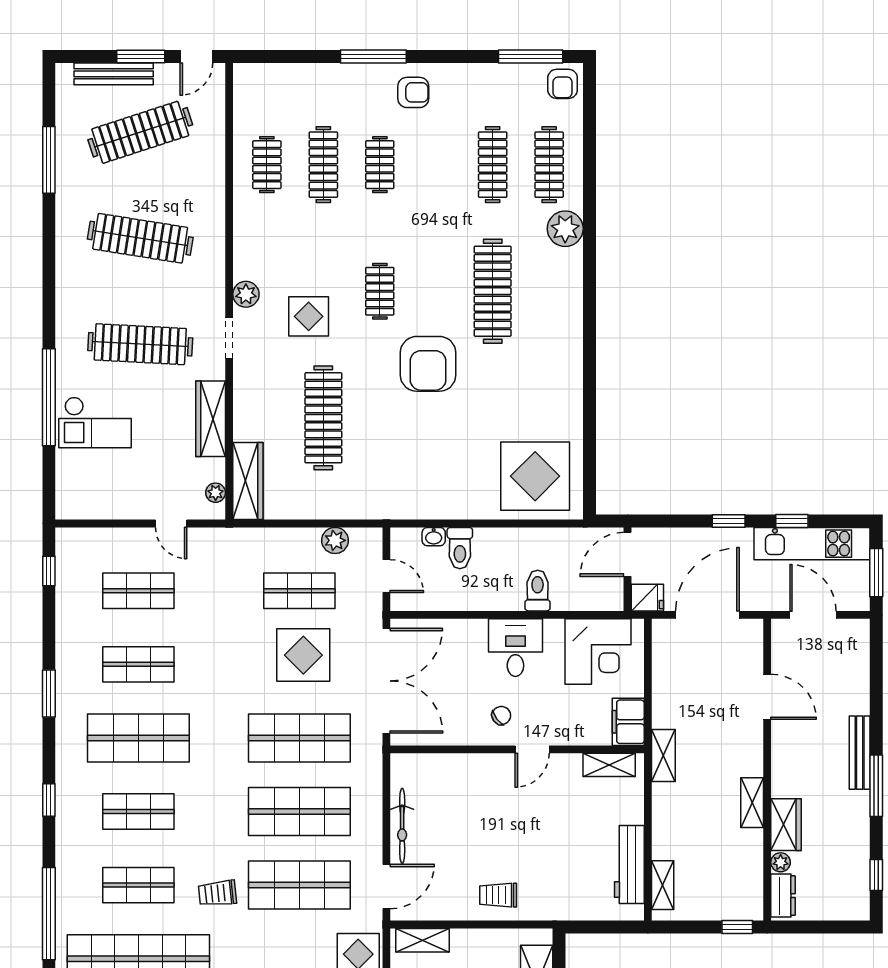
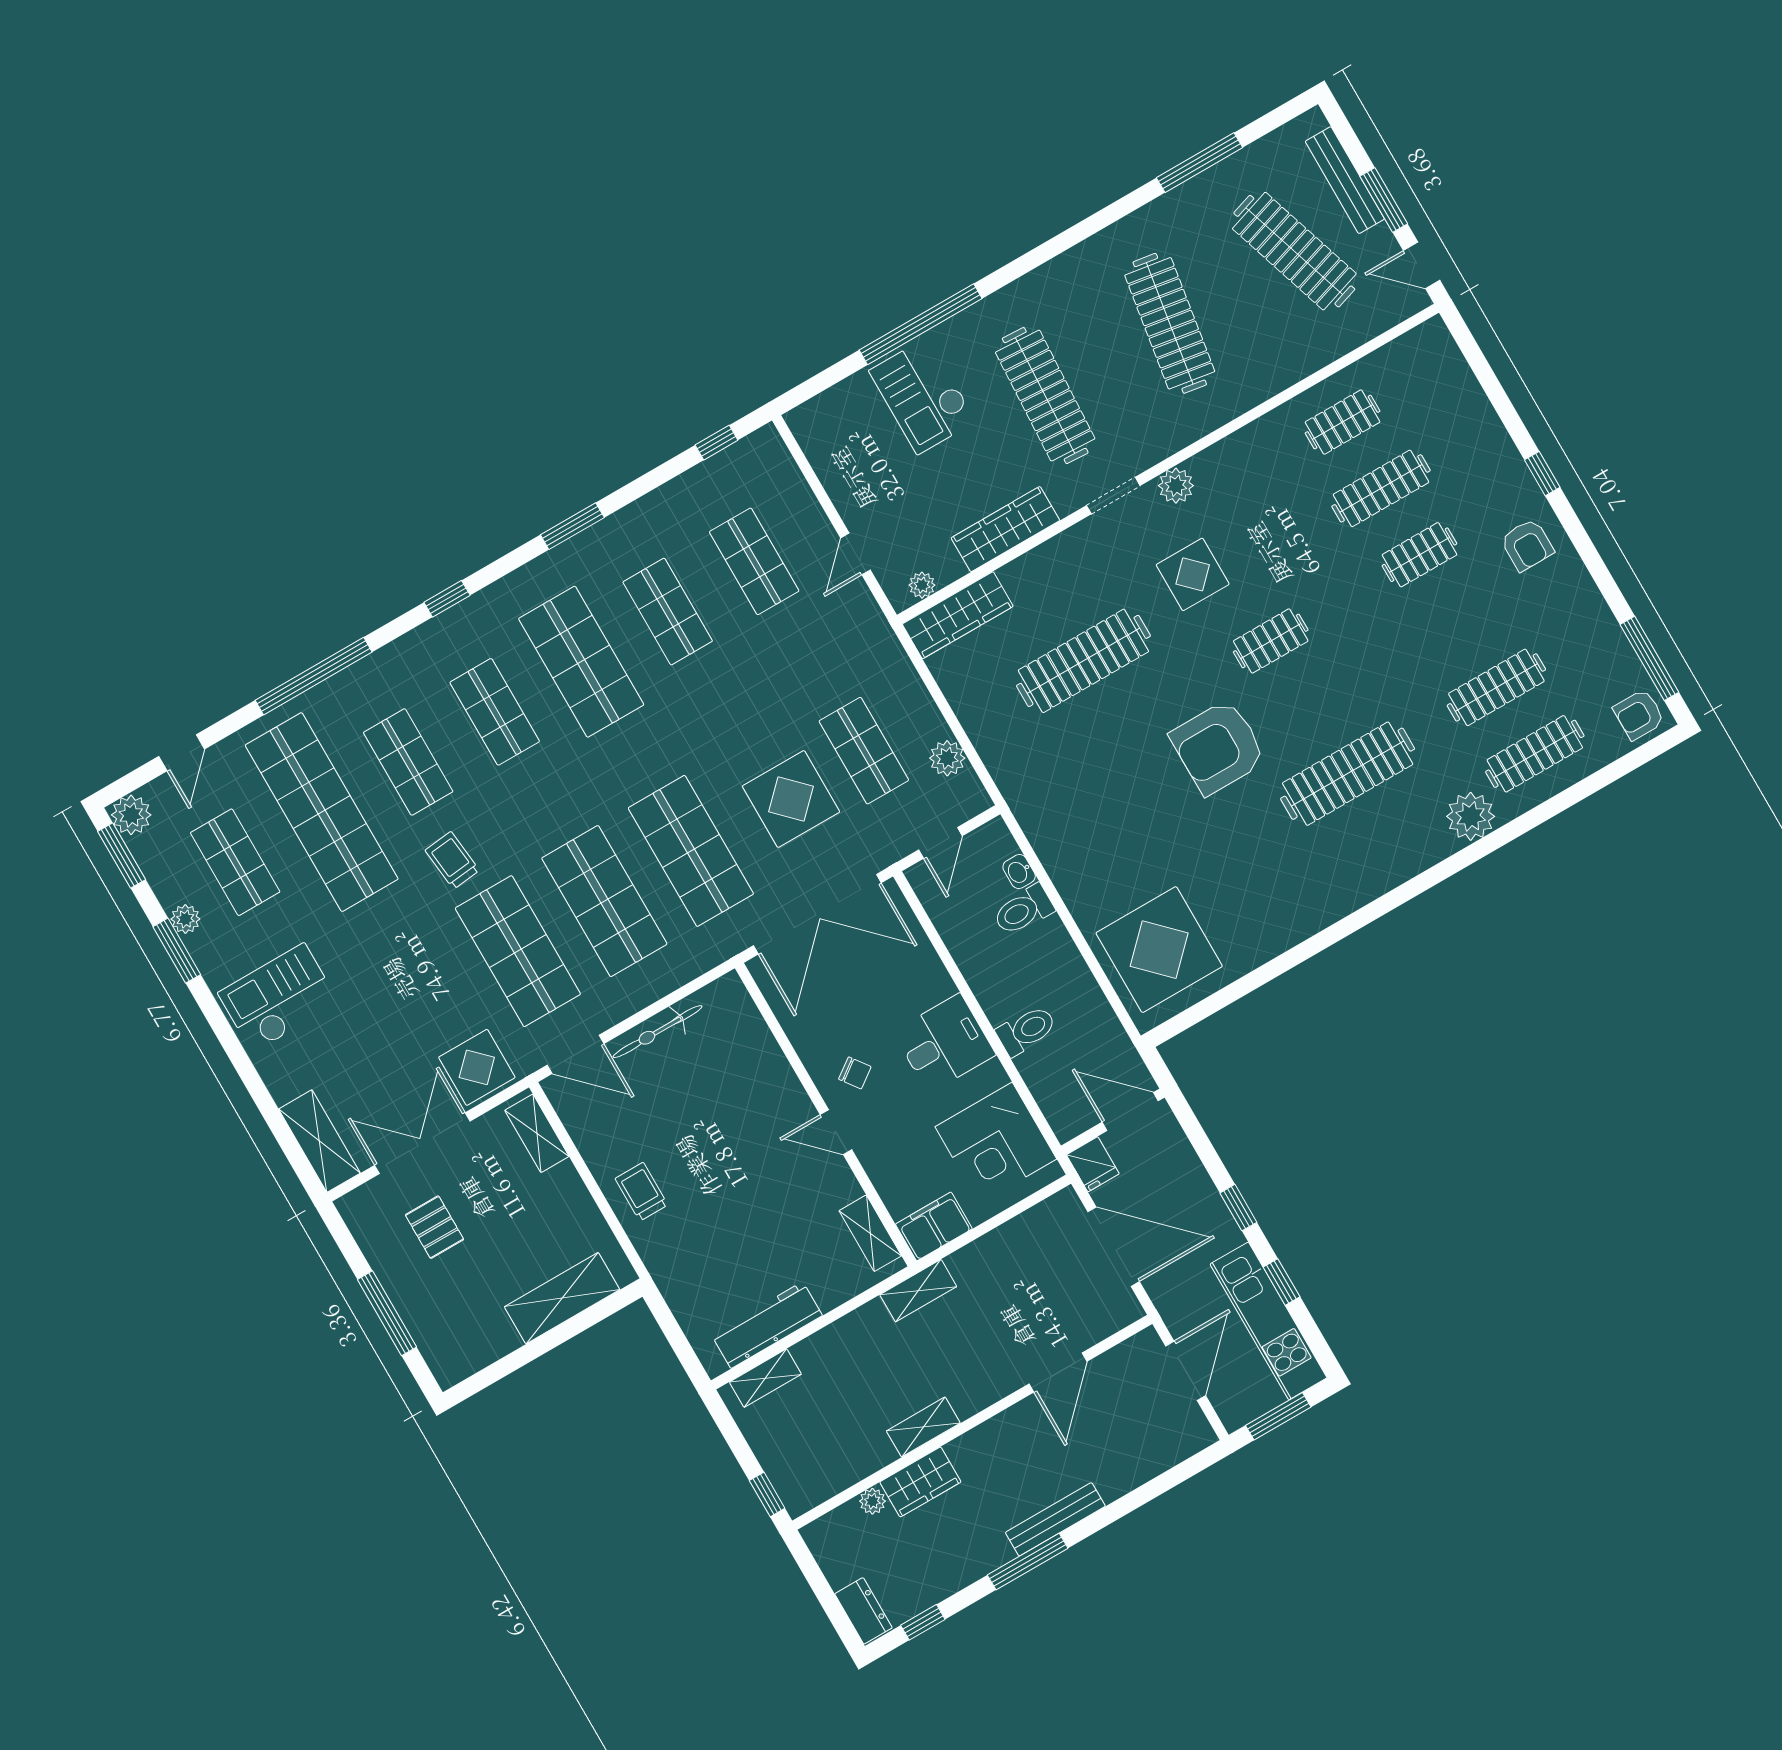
window: (373, 56) -> (1542, 474), width x0.46
dresser: (783, 896) -> (864, 1611), moved, turned -90

